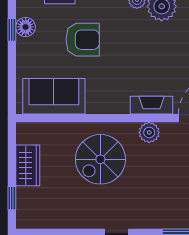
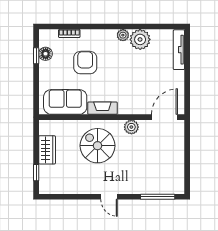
armchair: (83, 40) -> (85, 63), turned -90
fireplace: (152, 105) -> (102, 108), moved
spiral stairs: (100, 159) -> (98, 146), turned 90

